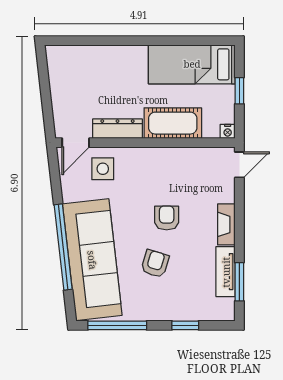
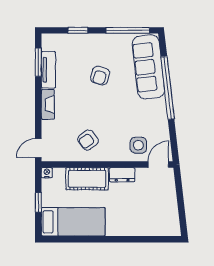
dresser: (117, 129) -> (122, 175), width x0.70
armchair: (167, 218) -> (88, 140), moved, turned 53
sofa: (92, 260) -> (148, 67), width x0.74, depth x0.79

